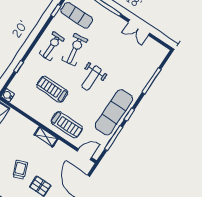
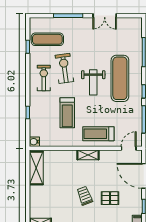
treadmill: (52, 89) -> (67, 113), turned -90
exercise mat: (114, 112) -> (120, 78), moved
treadmill: (67, 125) -> (98, 134), turned 180

